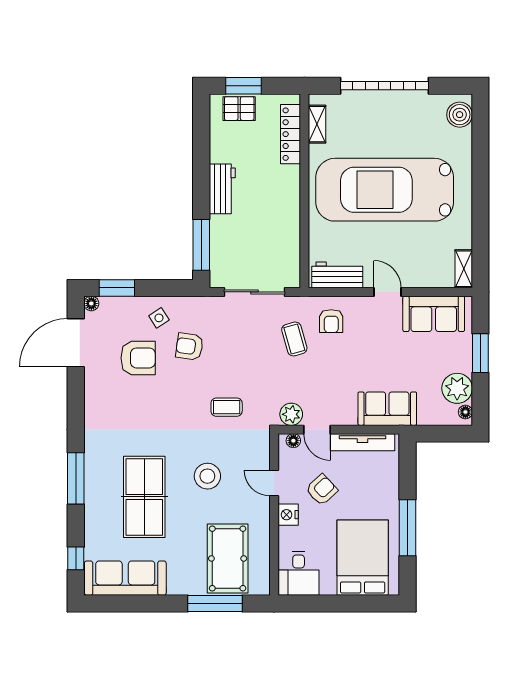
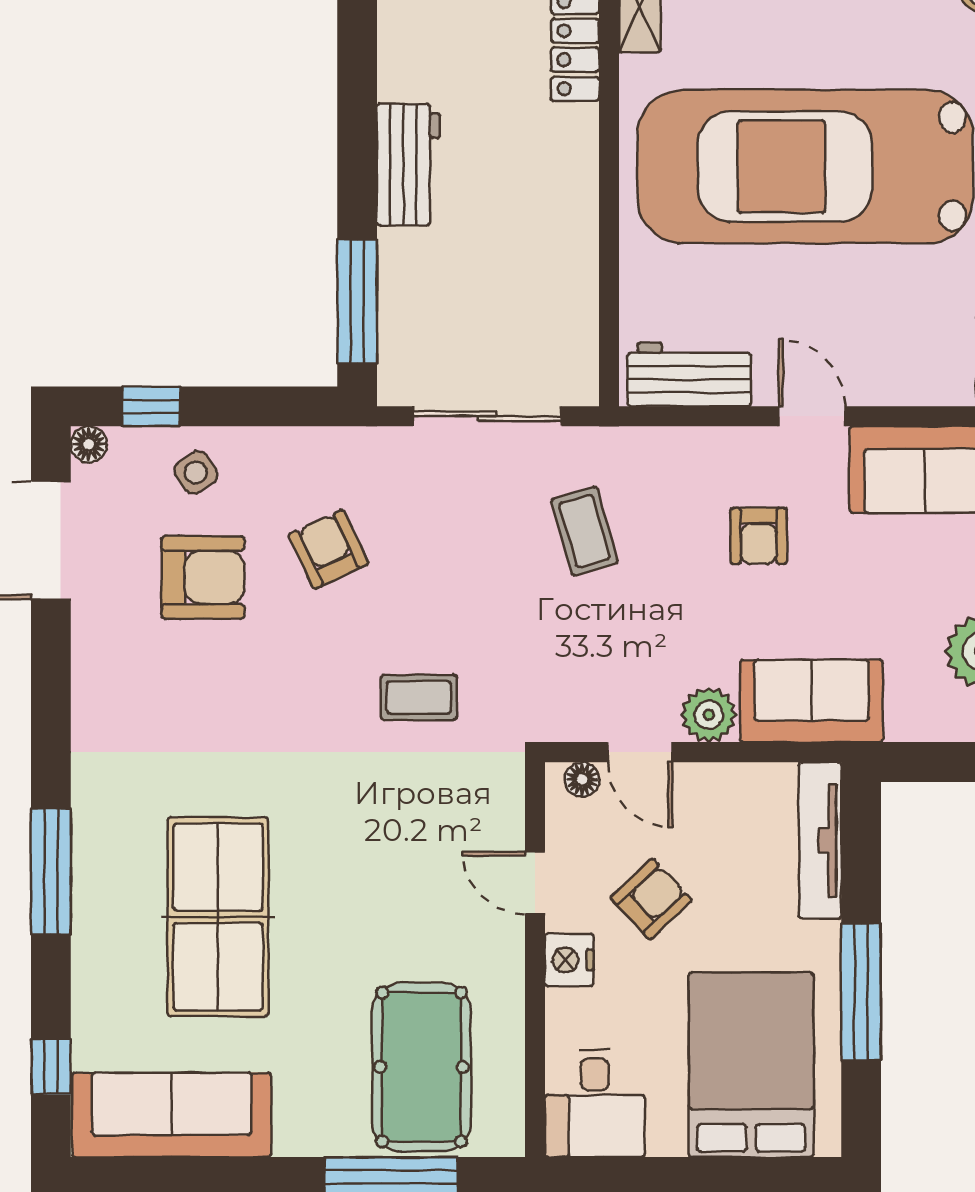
window: (117, 288) -> (151, 406), width x0.67
side table: (159, 318) -> (196, 472), moved
armchair: (331, 321) -> (759, 536), moved
armchair: (189, 346) -> (328, 549), turned 57
plant: (291, 414) -> (709, 715), moved
tv unit: (363, 442) -> (820, 840), moved, turned 90
stool: (207, 476) -> (372, 866), removed

